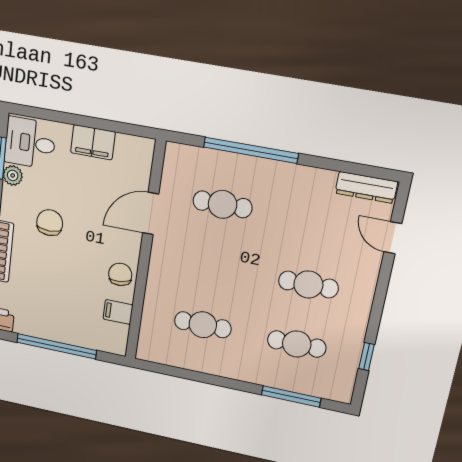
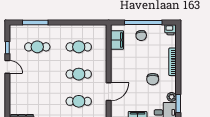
door: (393, 238) -> (7, 67), moved
chair: (120, 274) -> (141, 35), moved
cafe table: (308, 284) -> (79, 74), moved
filing cabinet: (118, 312) -> (117, 40), width x2.00

